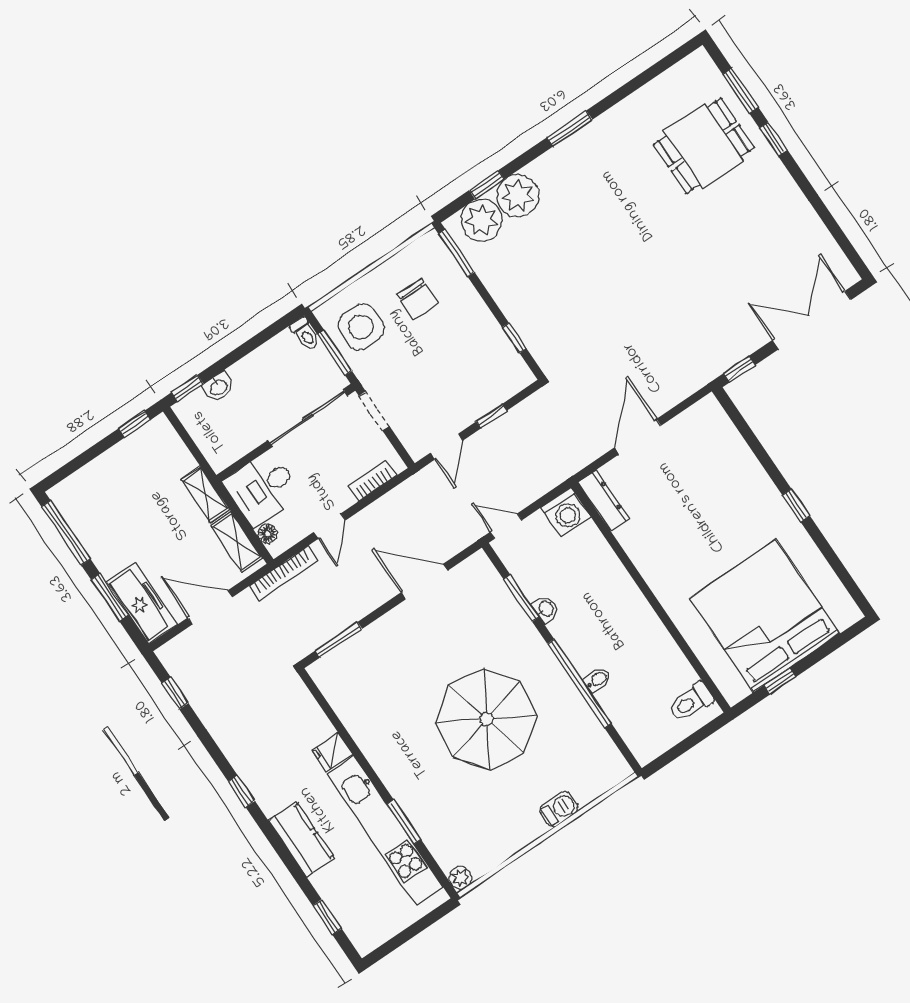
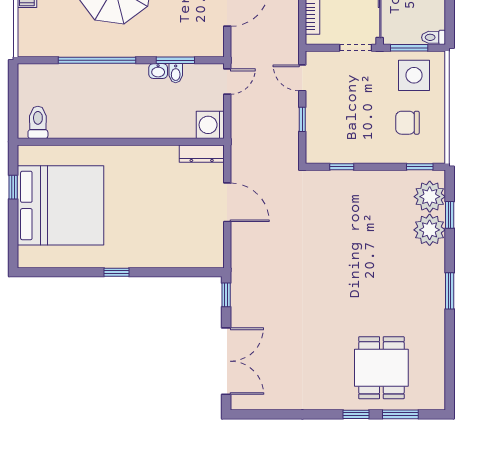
window: (456, 253) -> (420, 167), width x0.67
bidet: (597, 680) -> (176, 73), moved

